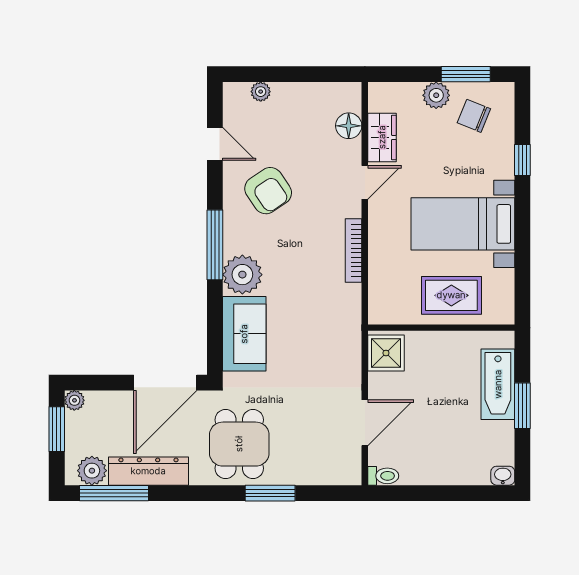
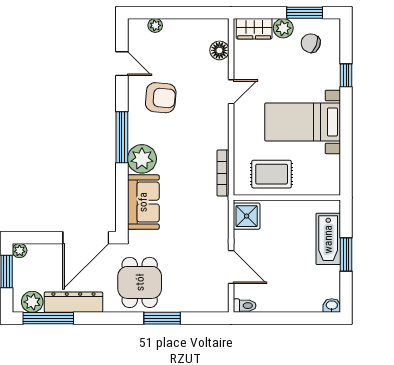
wardrobe: (382, 137) -> (254, 29), moved, turned 90
armchair: (268, 191) -> (161, 98), turned -51
bookcase: (354, 251) -> (223, 173), moved
rug: (451, 295) -> (272, 174), moved
door: (365, 423) -> (231, 267), hinge flipped

